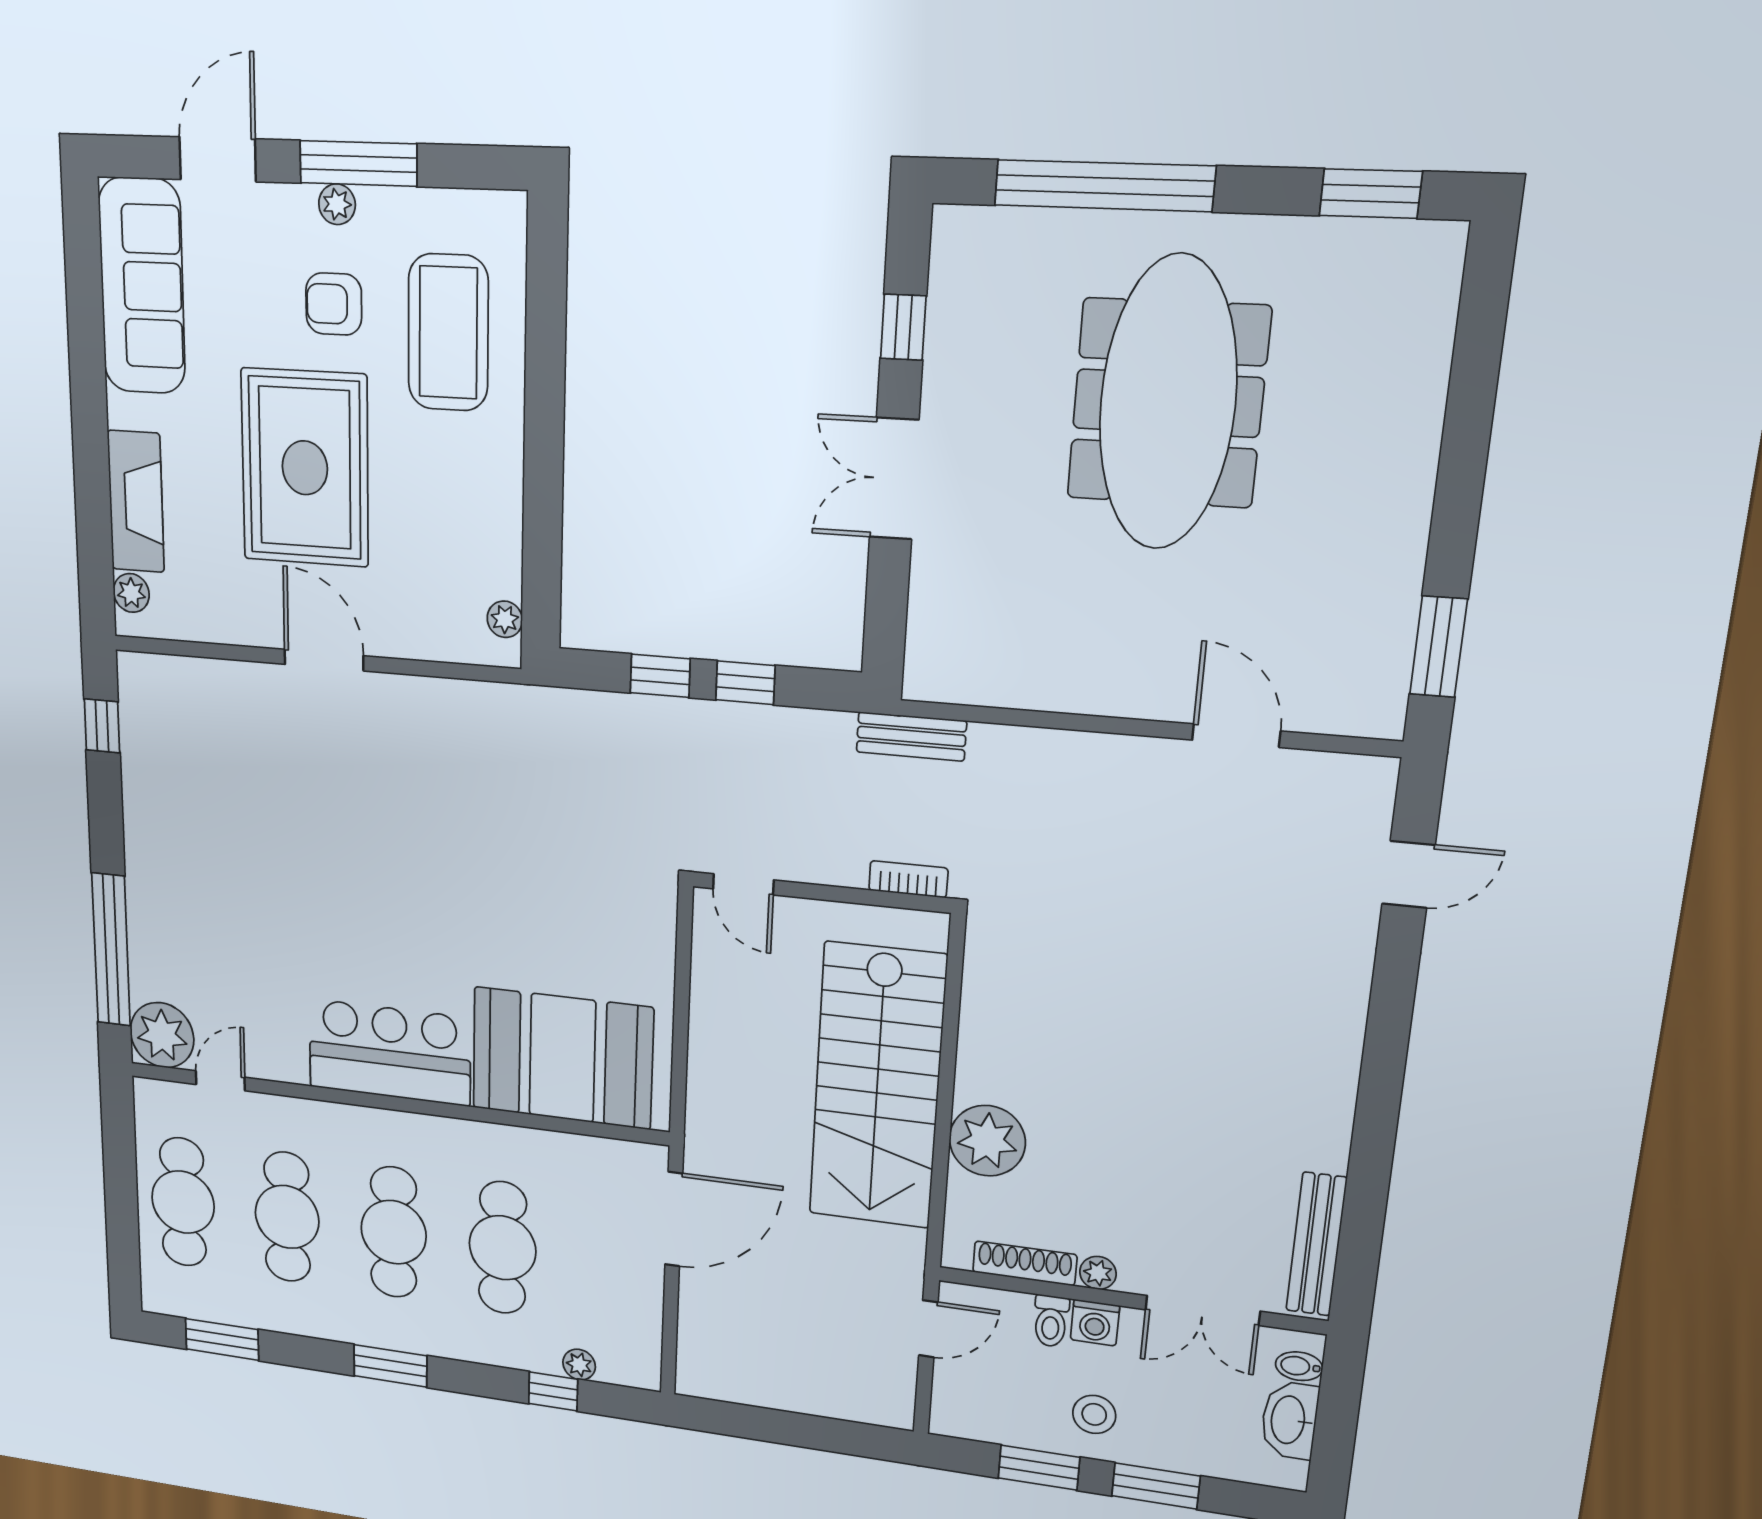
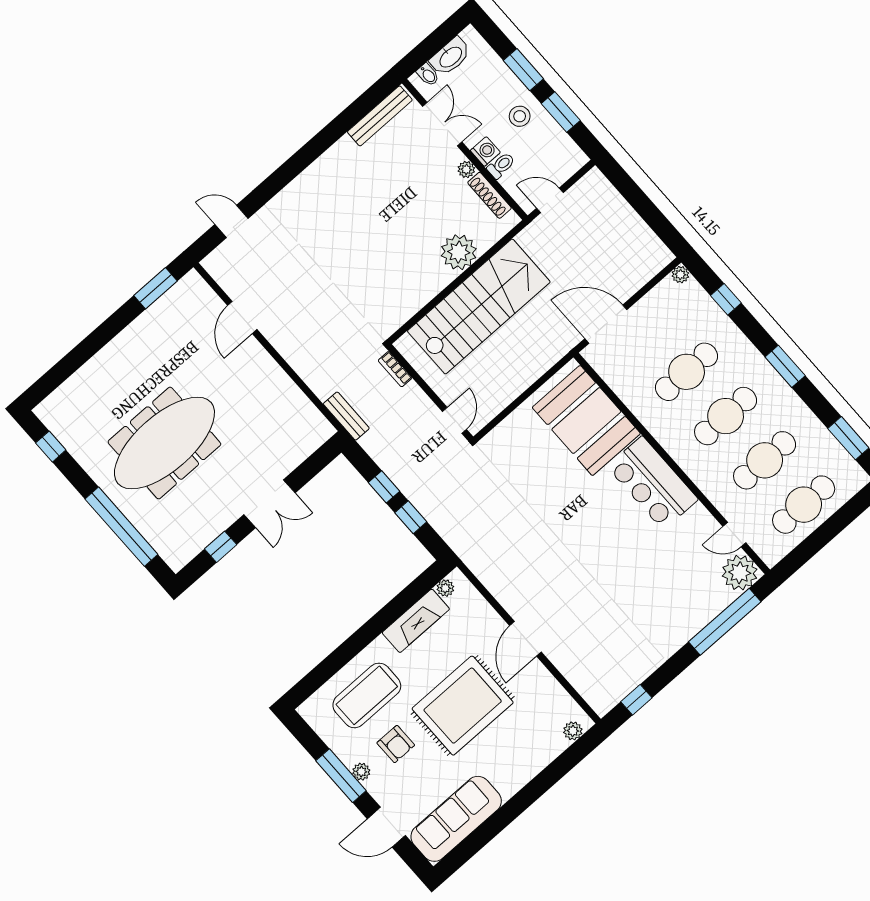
window: (1371, 194) -> (51, 446), width x0.67
fireplace: (136, 502) -> (416, 621), moved, turned 180
plant: (579, 1365) -> (680, 275), moved

